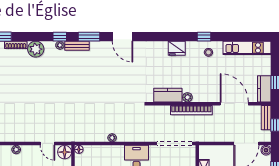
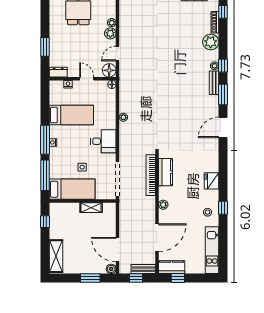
plant: (187, 97) -> (163, 205), moved
bookcase: (191, 110) -> (151, 175), moved
plant: (27, 151) -> (110, 33), added

